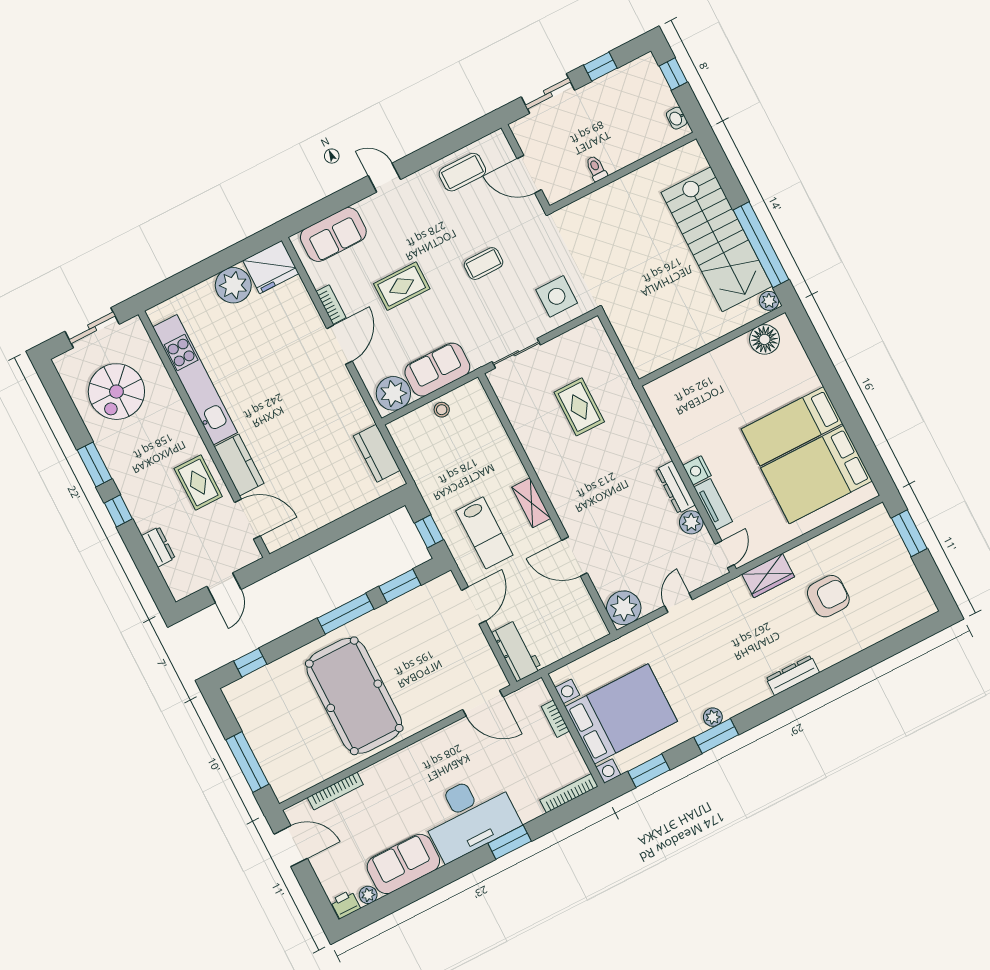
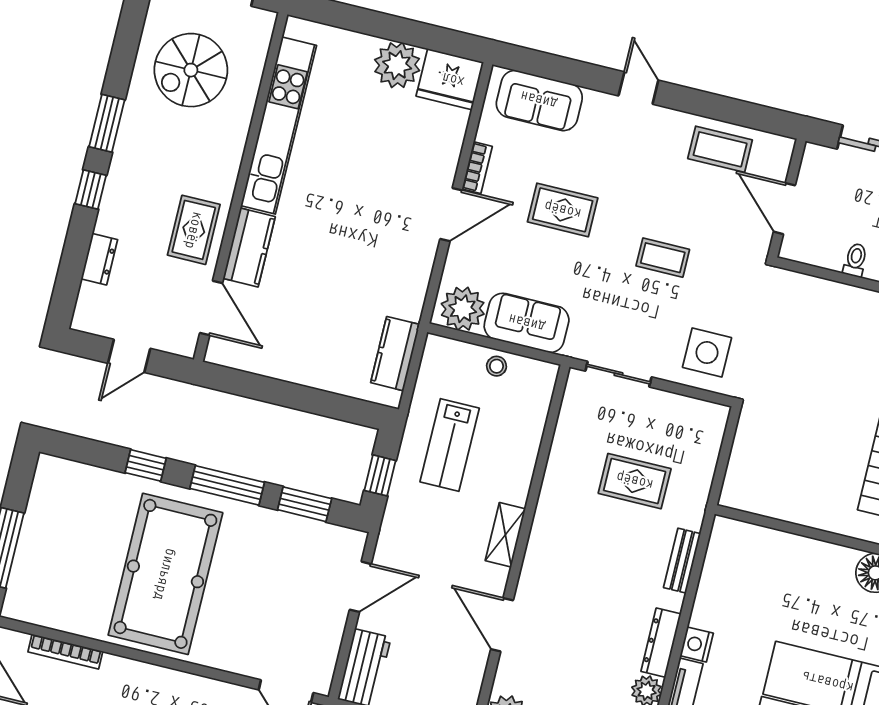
rug: (579, 407) -> (635, 481), turned 90
bench: (647, 429) -> (682, 561), added
lab bench: (484, 533) -> (450, 445), moved
window: (250, 663) -> (146, 465), moved

